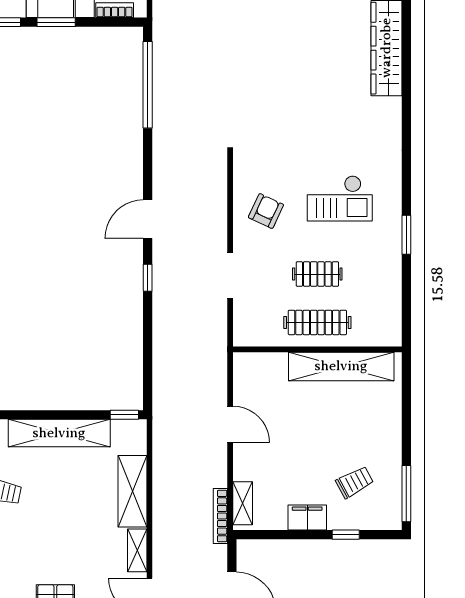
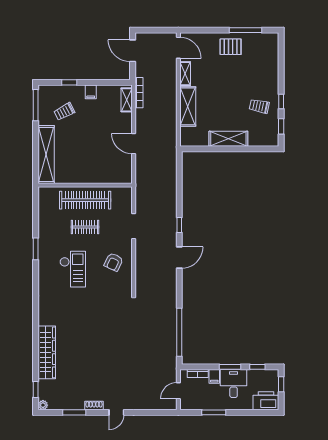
checkout: (340, 198) -> (73, 269), turned 90
clothes rail: (317, 322) -> (85, 200), width x1.37, depth x1.31
shelving: (341, 366) -> (46, 154), moved, turned 90
window: (124, 415) -> (192, 149), removed
shelving: (59, 433) -> (228, 139), width x0.68
filing cabinet: (307, 518) -> (91, 92), width x0.50

